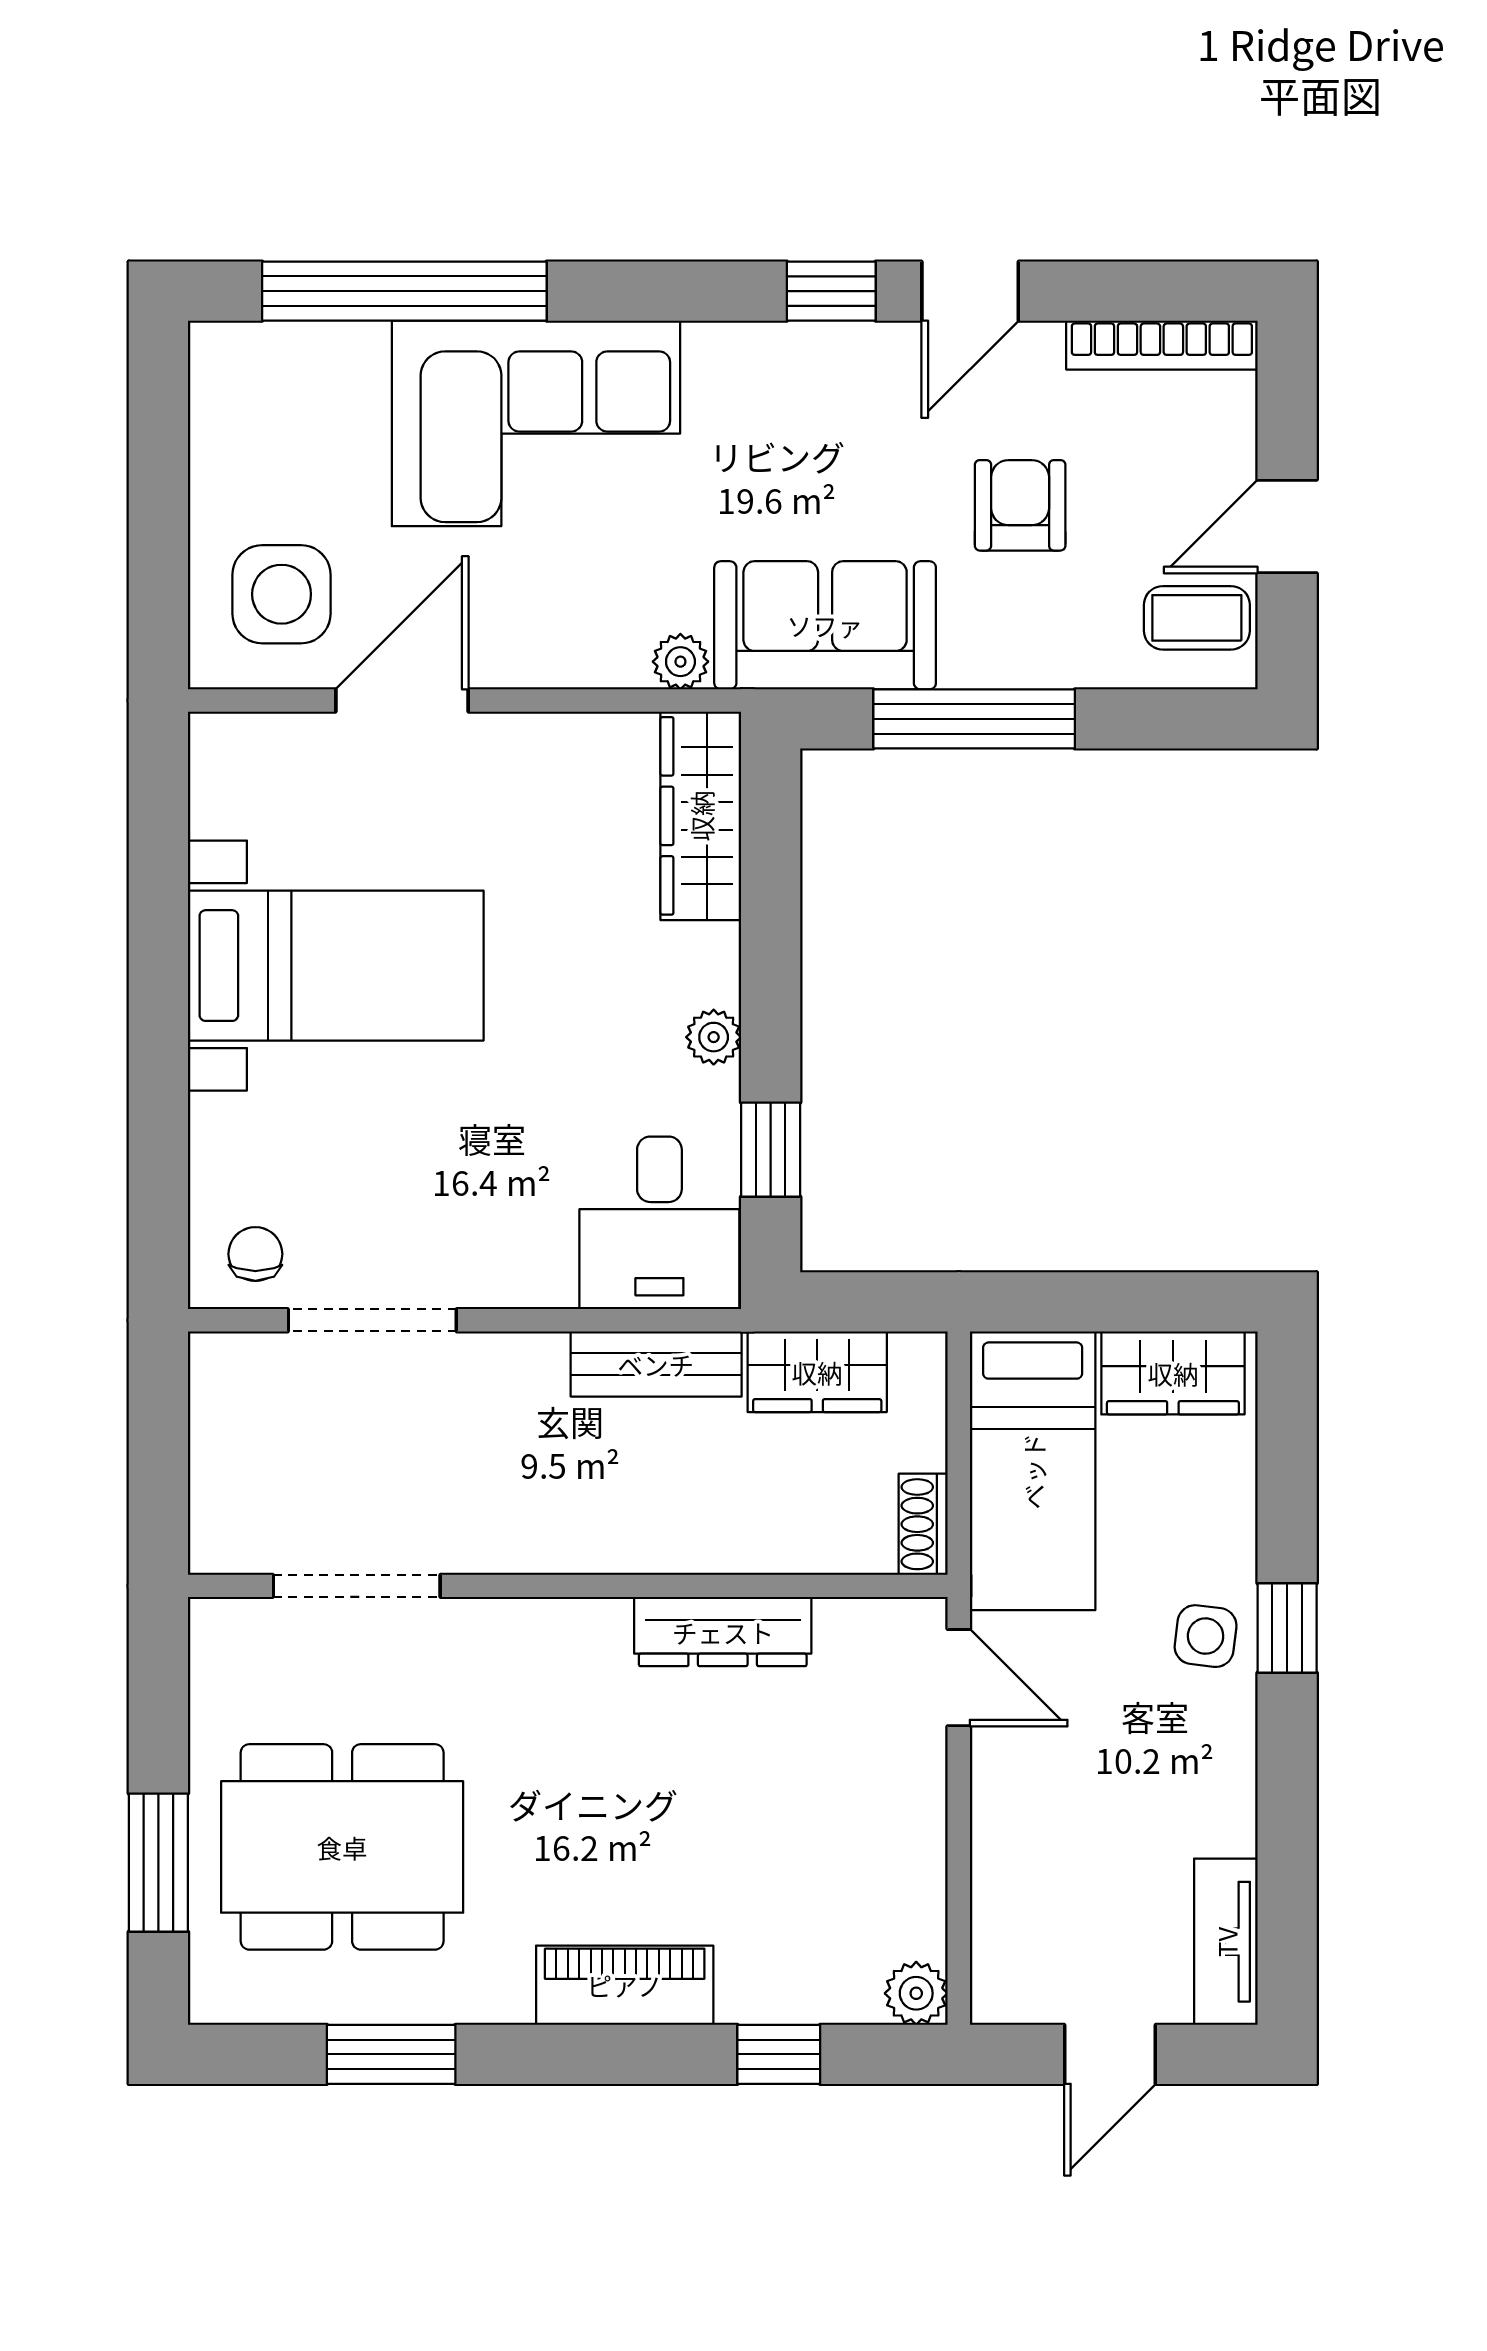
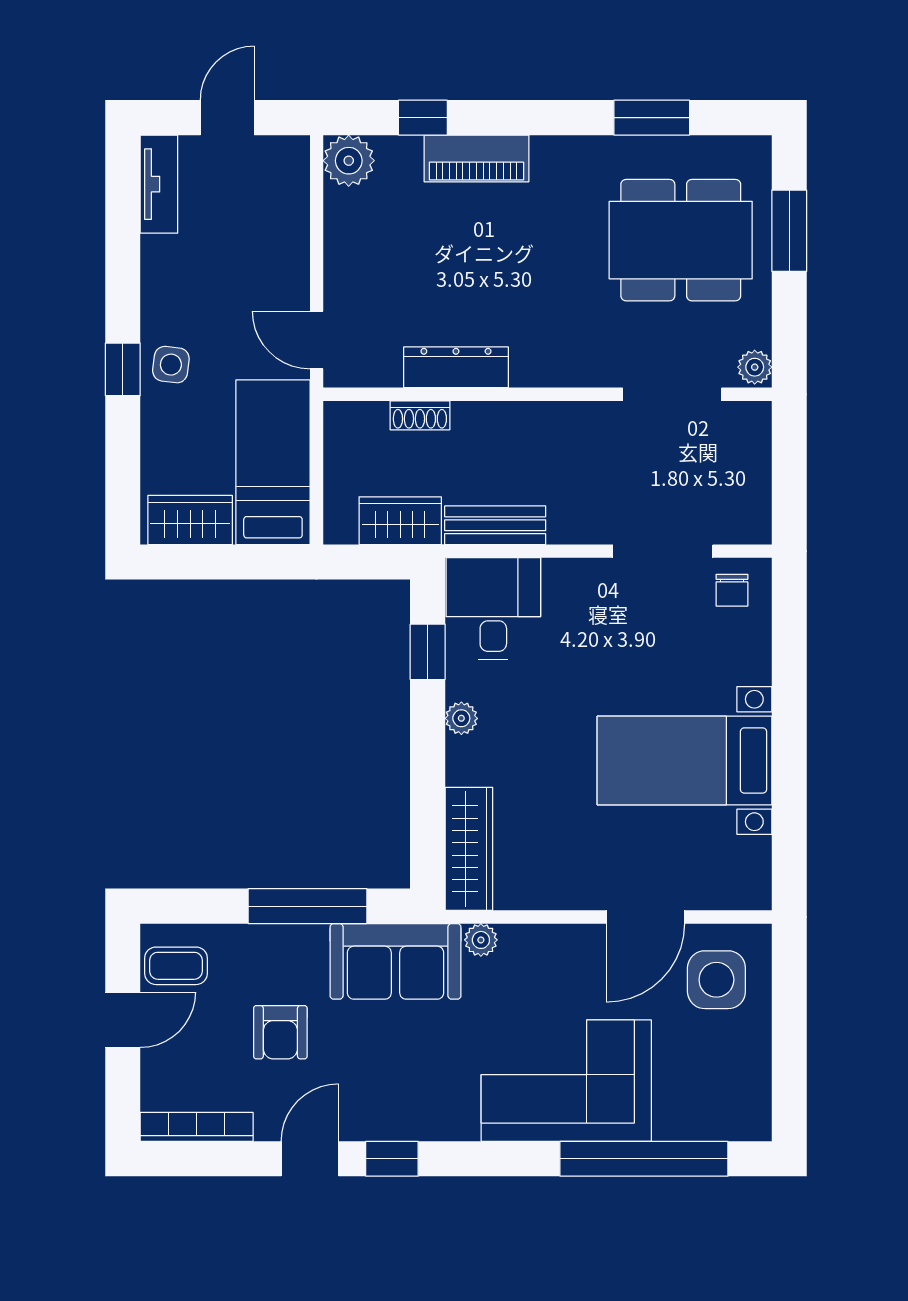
shoe rack: (923, 1524) -> (420, 415), moved, turned 90
plant: (217, 1632) -> (755, 367), added
piano: (625, 1985) -> (476, 158), moved
plant: (916, 1993) -> (349, 161), width x1.38, depth x1.38

